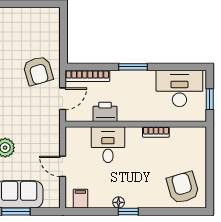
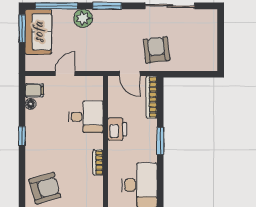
armchair: (38, 71) -> (157, 50), turned 99
printer: (105, 112) -> (117, 129), moved
floor lamp: (119, 202) -> (31, 104), moved

